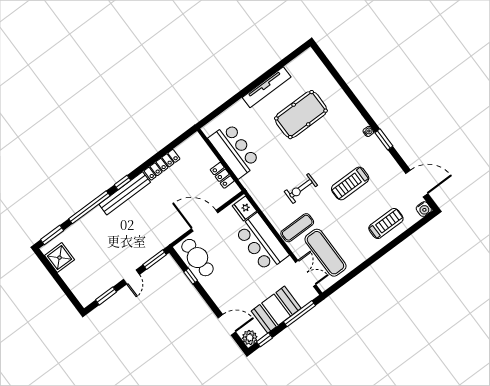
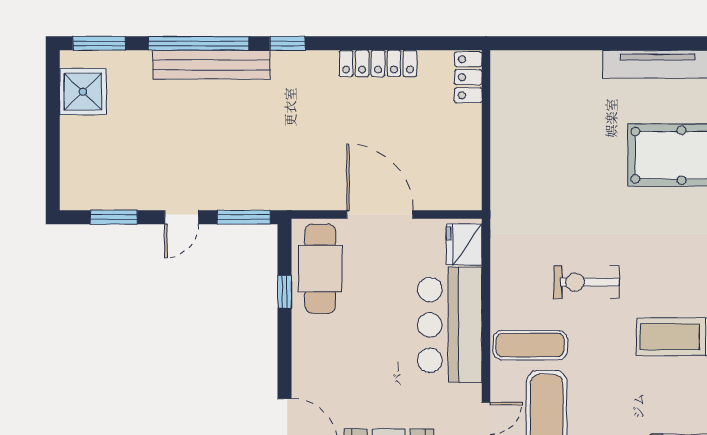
bar counter: (234, 150) -> (521, 131), removed
locker: (222, 175) -> (468, 77), moved
bench: (125, 193) -> (211, 65), moved

